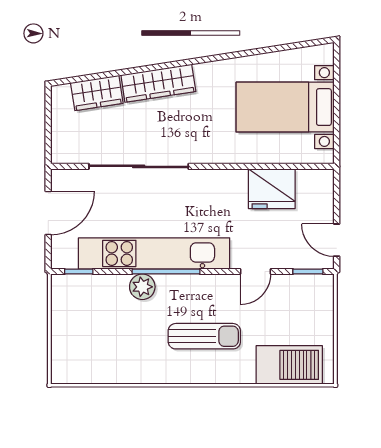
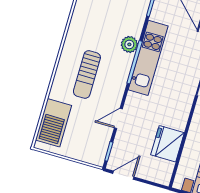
kitchen unit: (154, 253) -> (148, 58), width x0.73
door: (255, 272) -> (118, 118), hinge flipped

